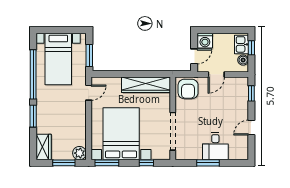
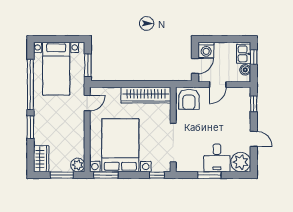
door: (251, 128) -> (254, 139), swing flipped
plant: (239, 150) -> (241, 162), added
window: (146, 163) -> (157, 175), moved

